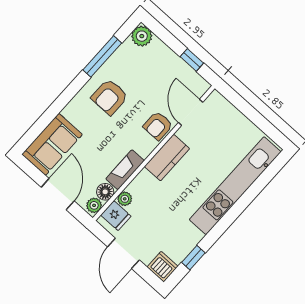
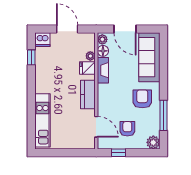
armchair: (158, 126) -> (127, 129), moved
sofa: (52, 144) -> (149, 57), width x1.36
kitchen unit: (235, 186) -> (42, 120), width x0.73
fridge: (116, 216) -> (87, 68), moved

